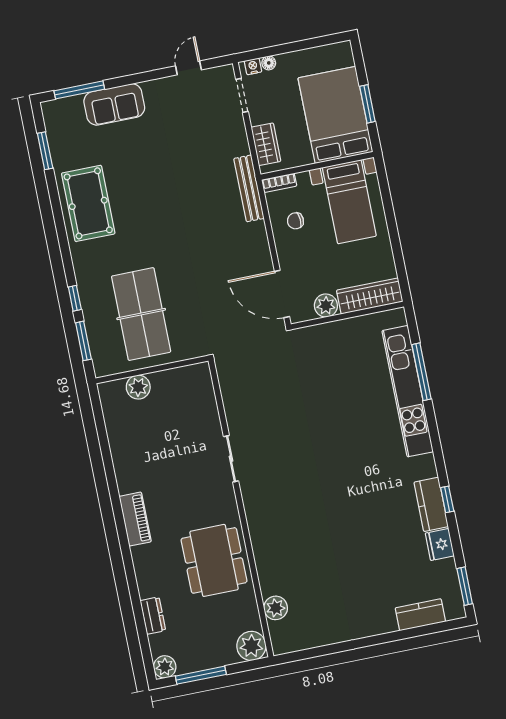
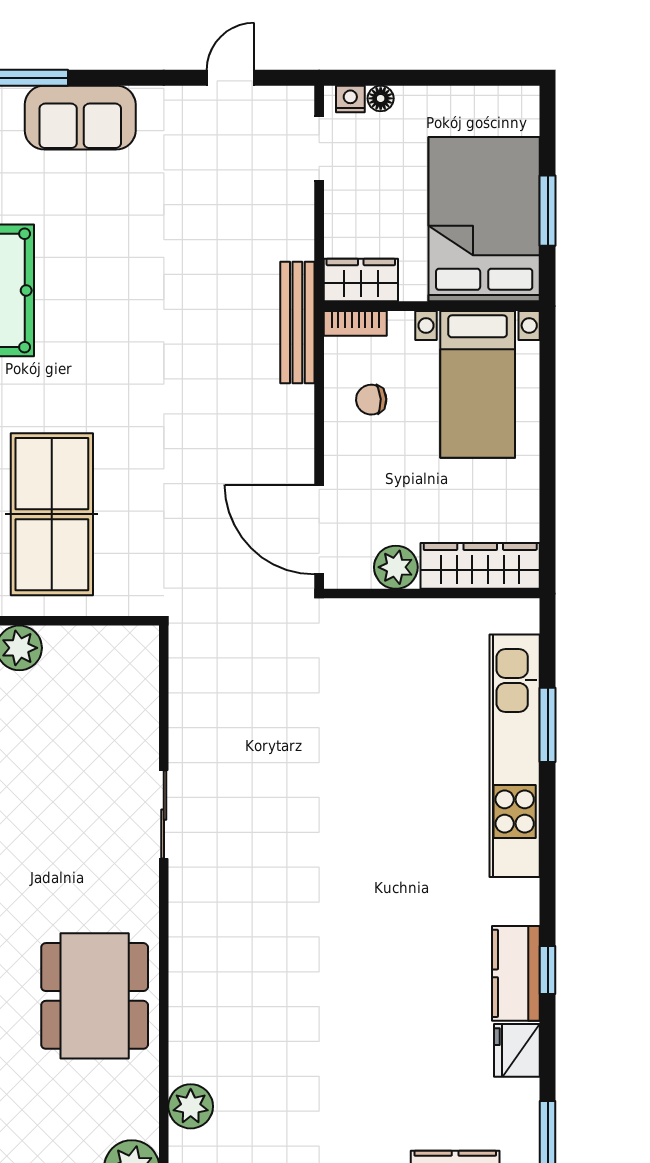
wardrobe: (266, 144) -> (361, 280), moved, turned -90
window: (421, 372) -> (548, 725), width x0.69

